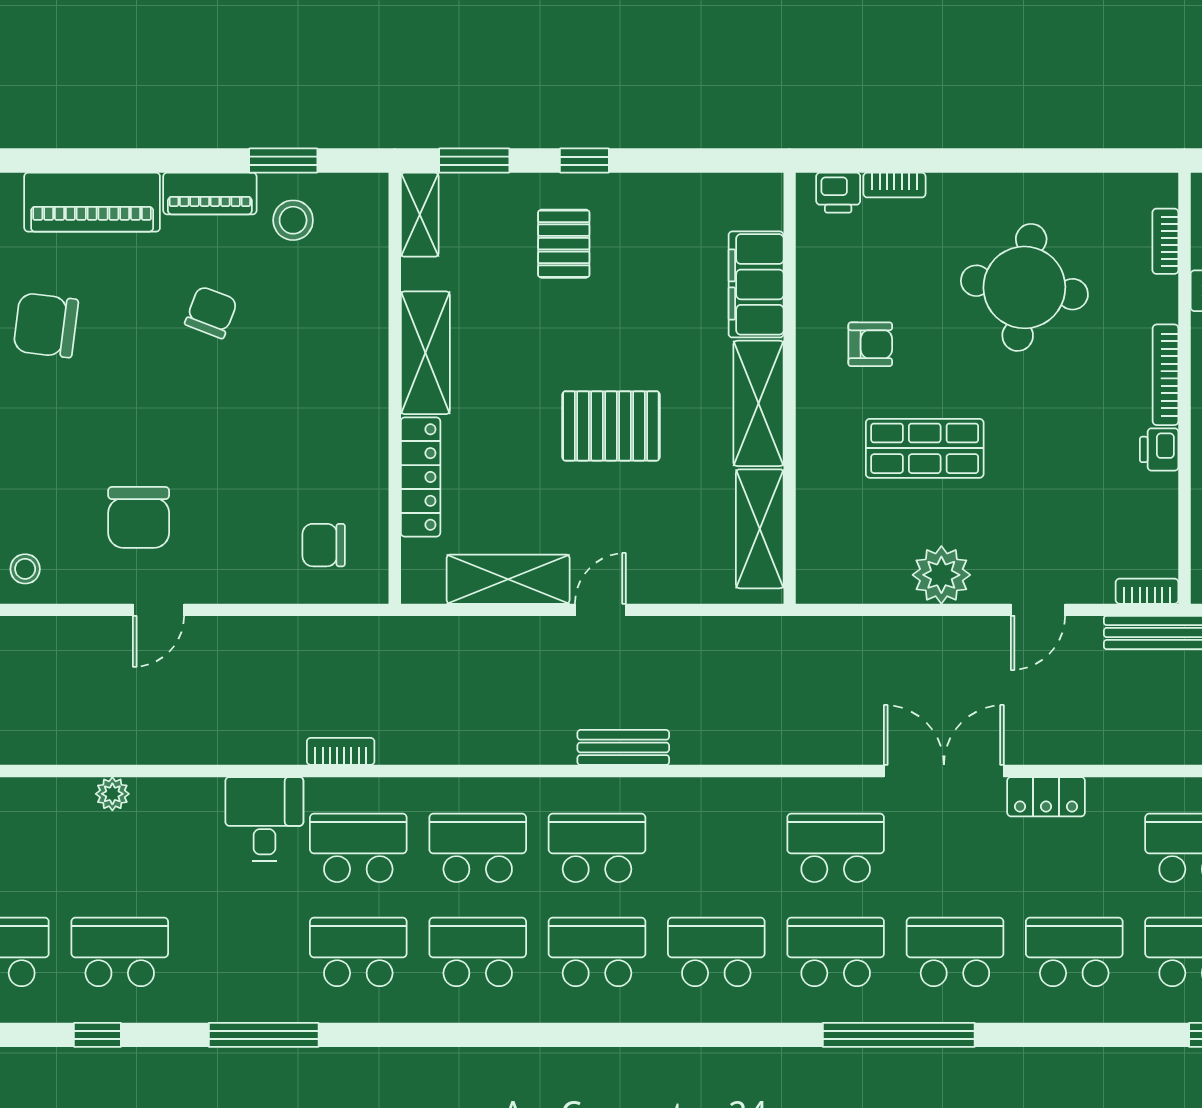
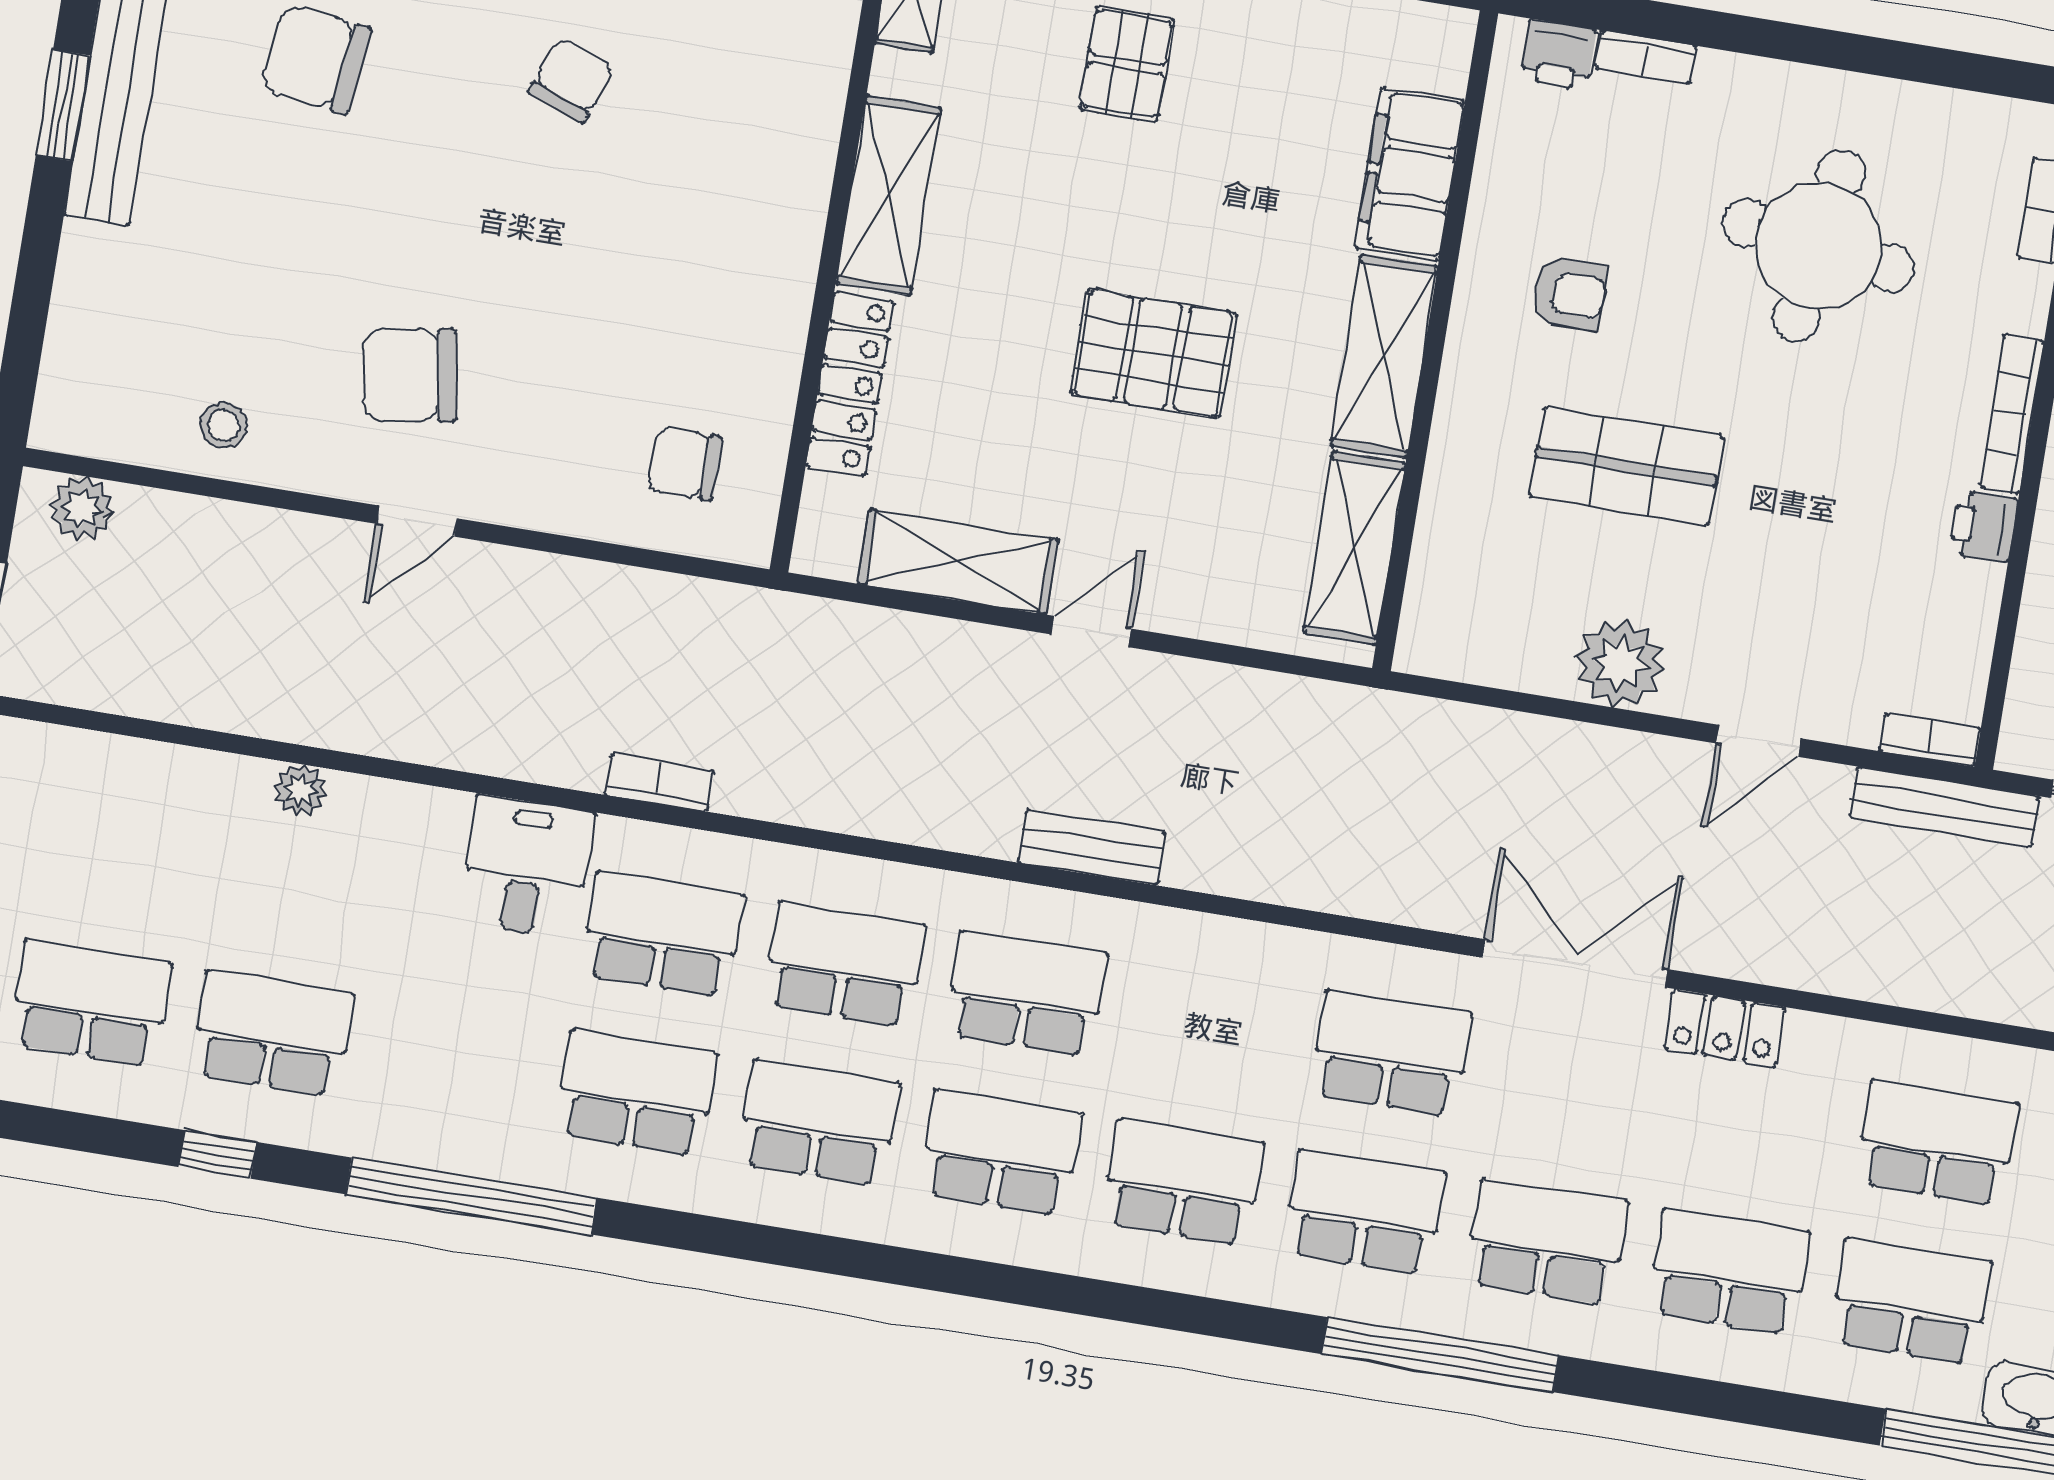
chair: (139, 517) -> (410, 375), turned 81
window: (264, 1035) -> (471, 1196), width x1.46

